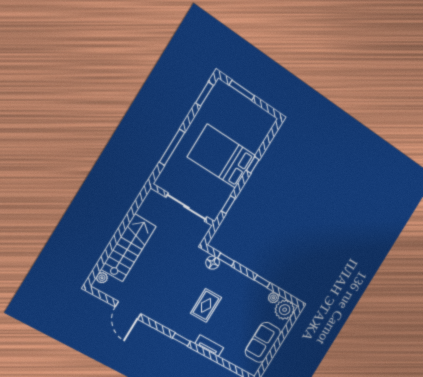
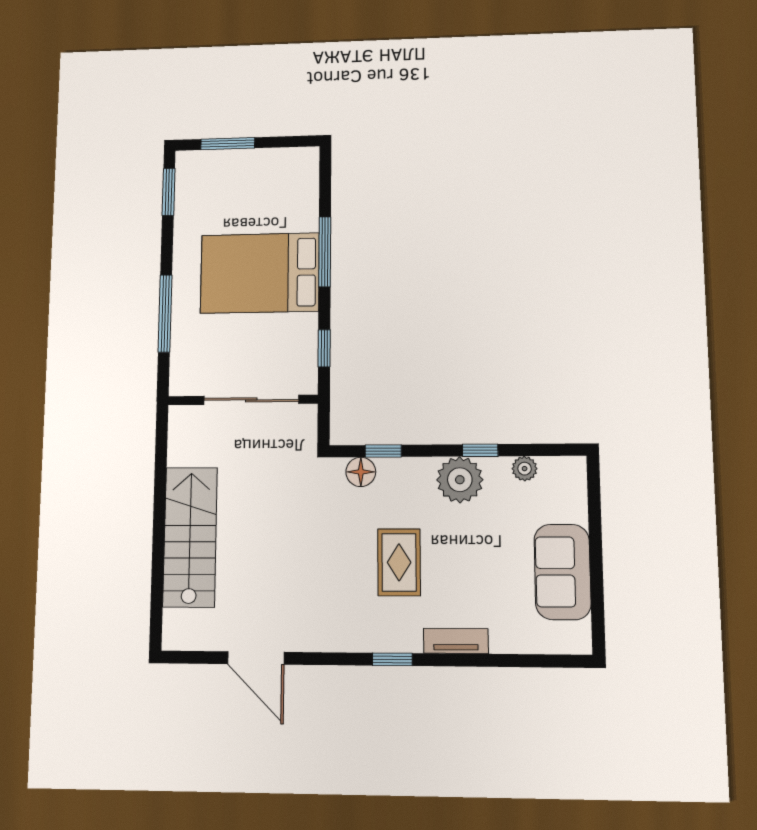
window: (253, 165) -> (325, 252), width x2.17
plant: (102, 278) -> (174, 622), removed
plant: (285, 310) -> (460, 480), moved

